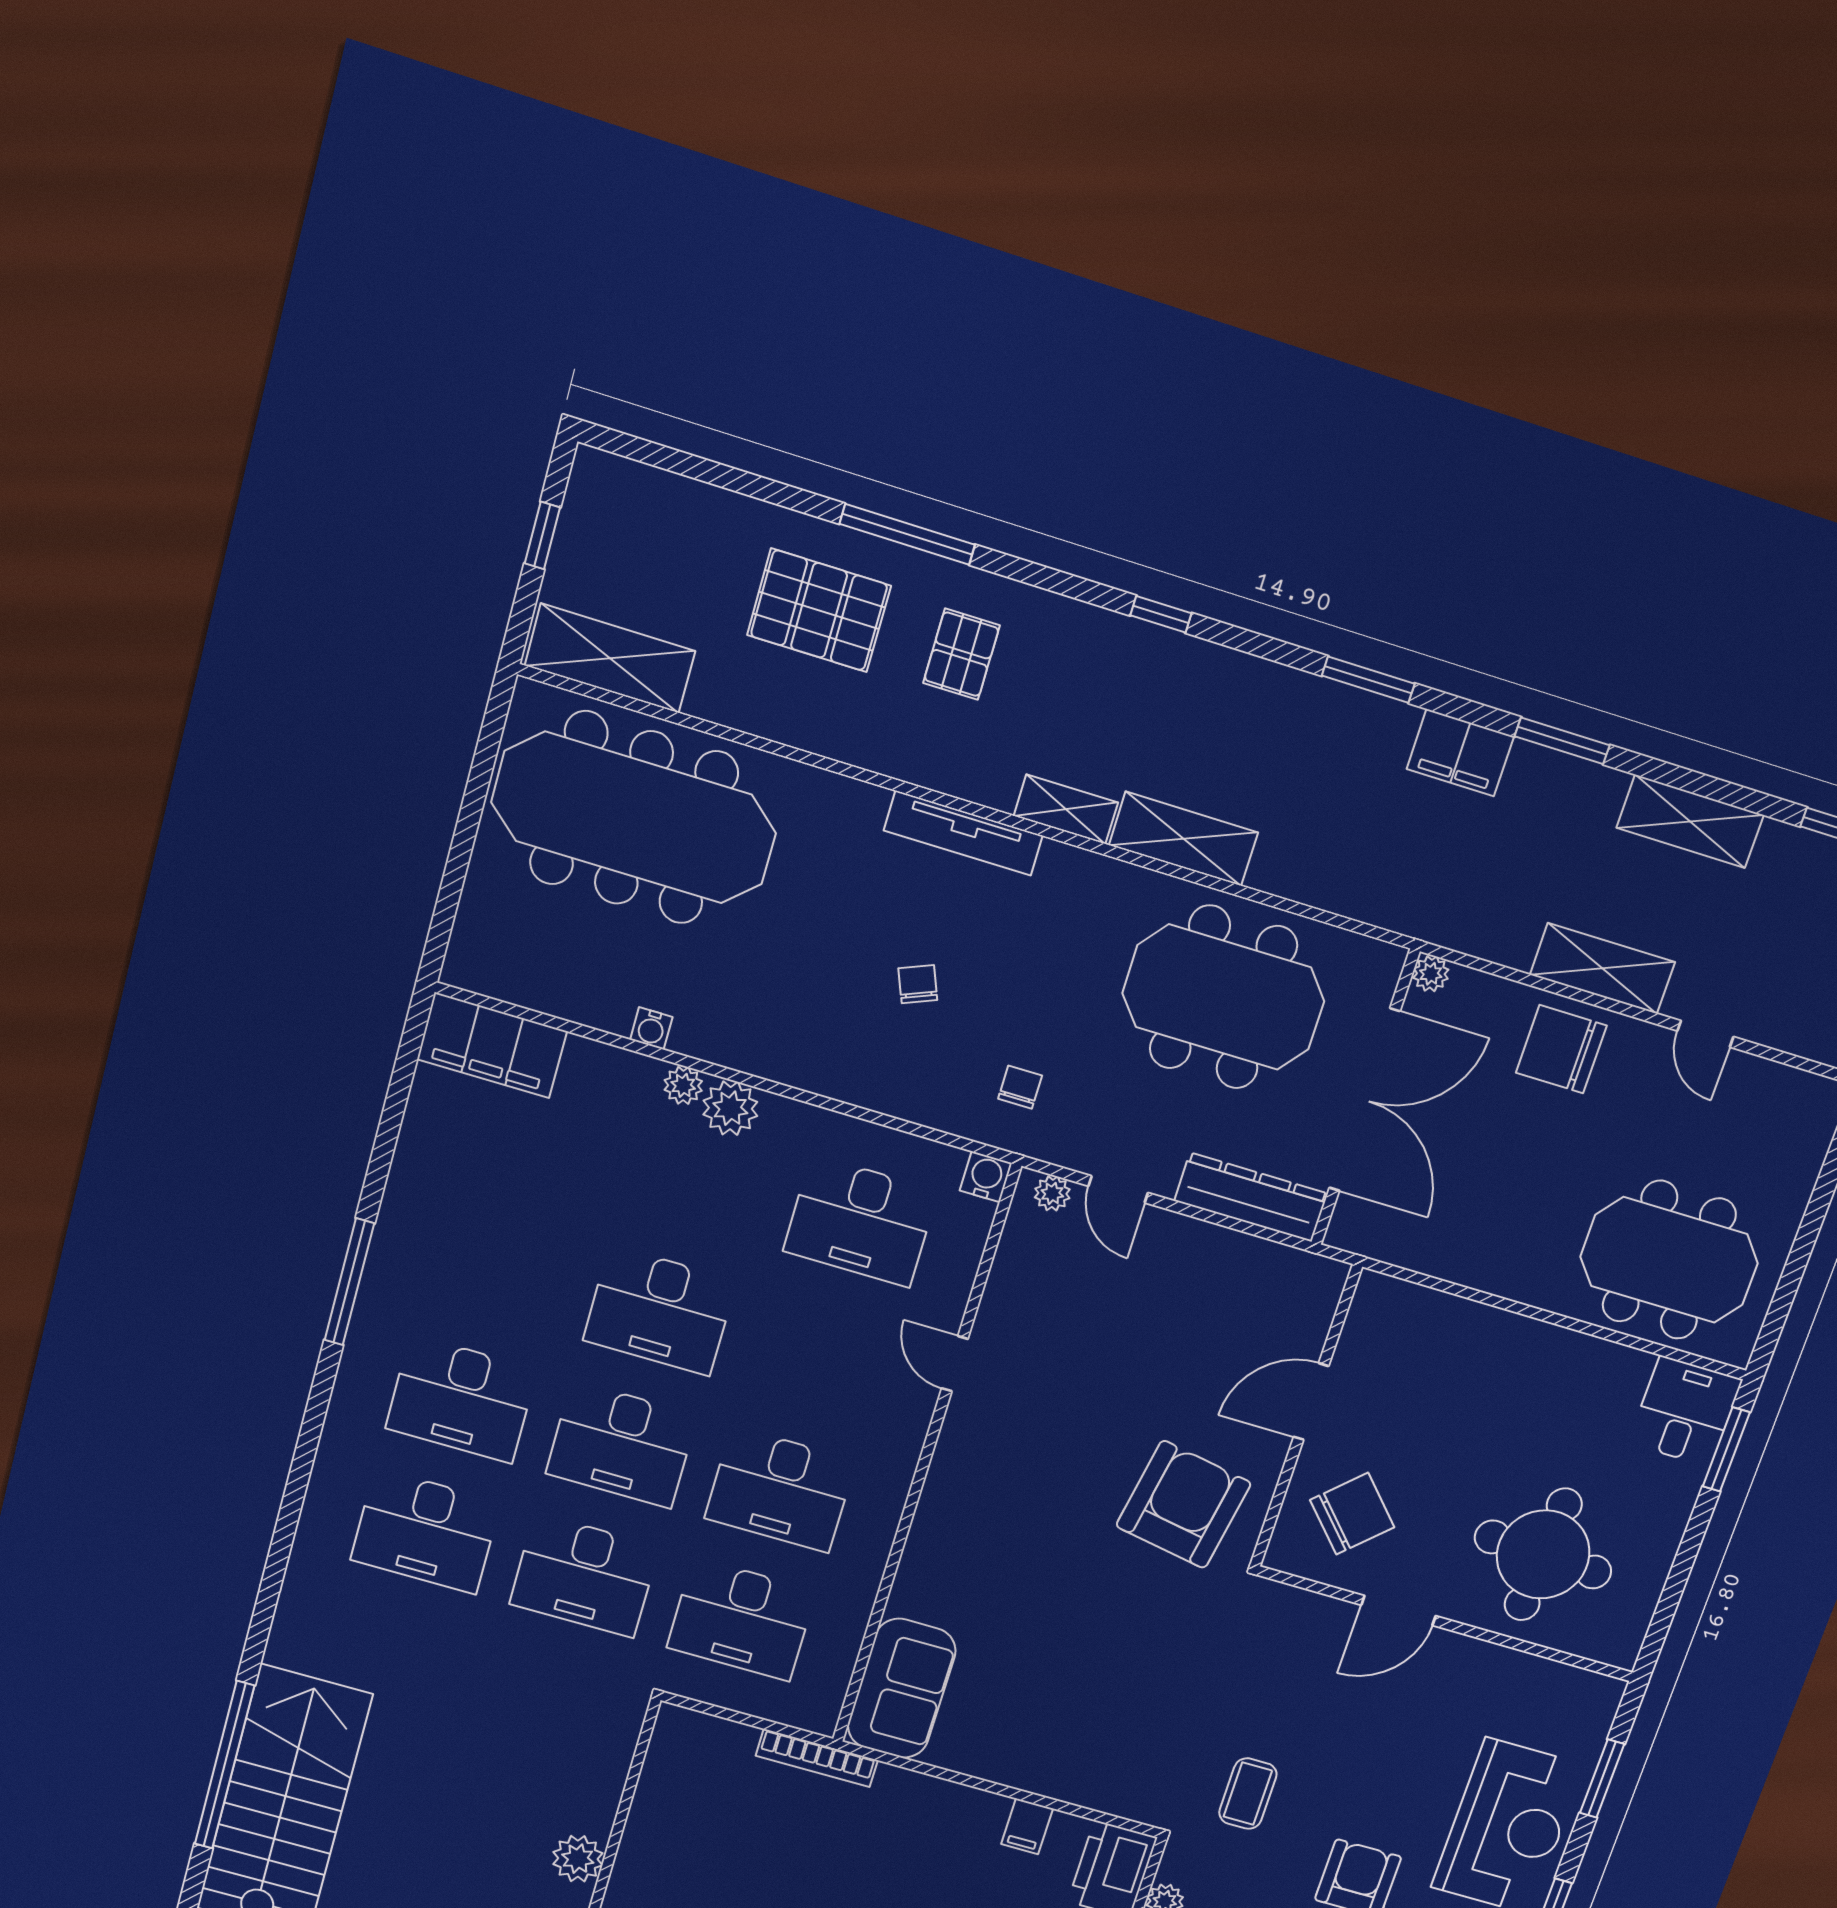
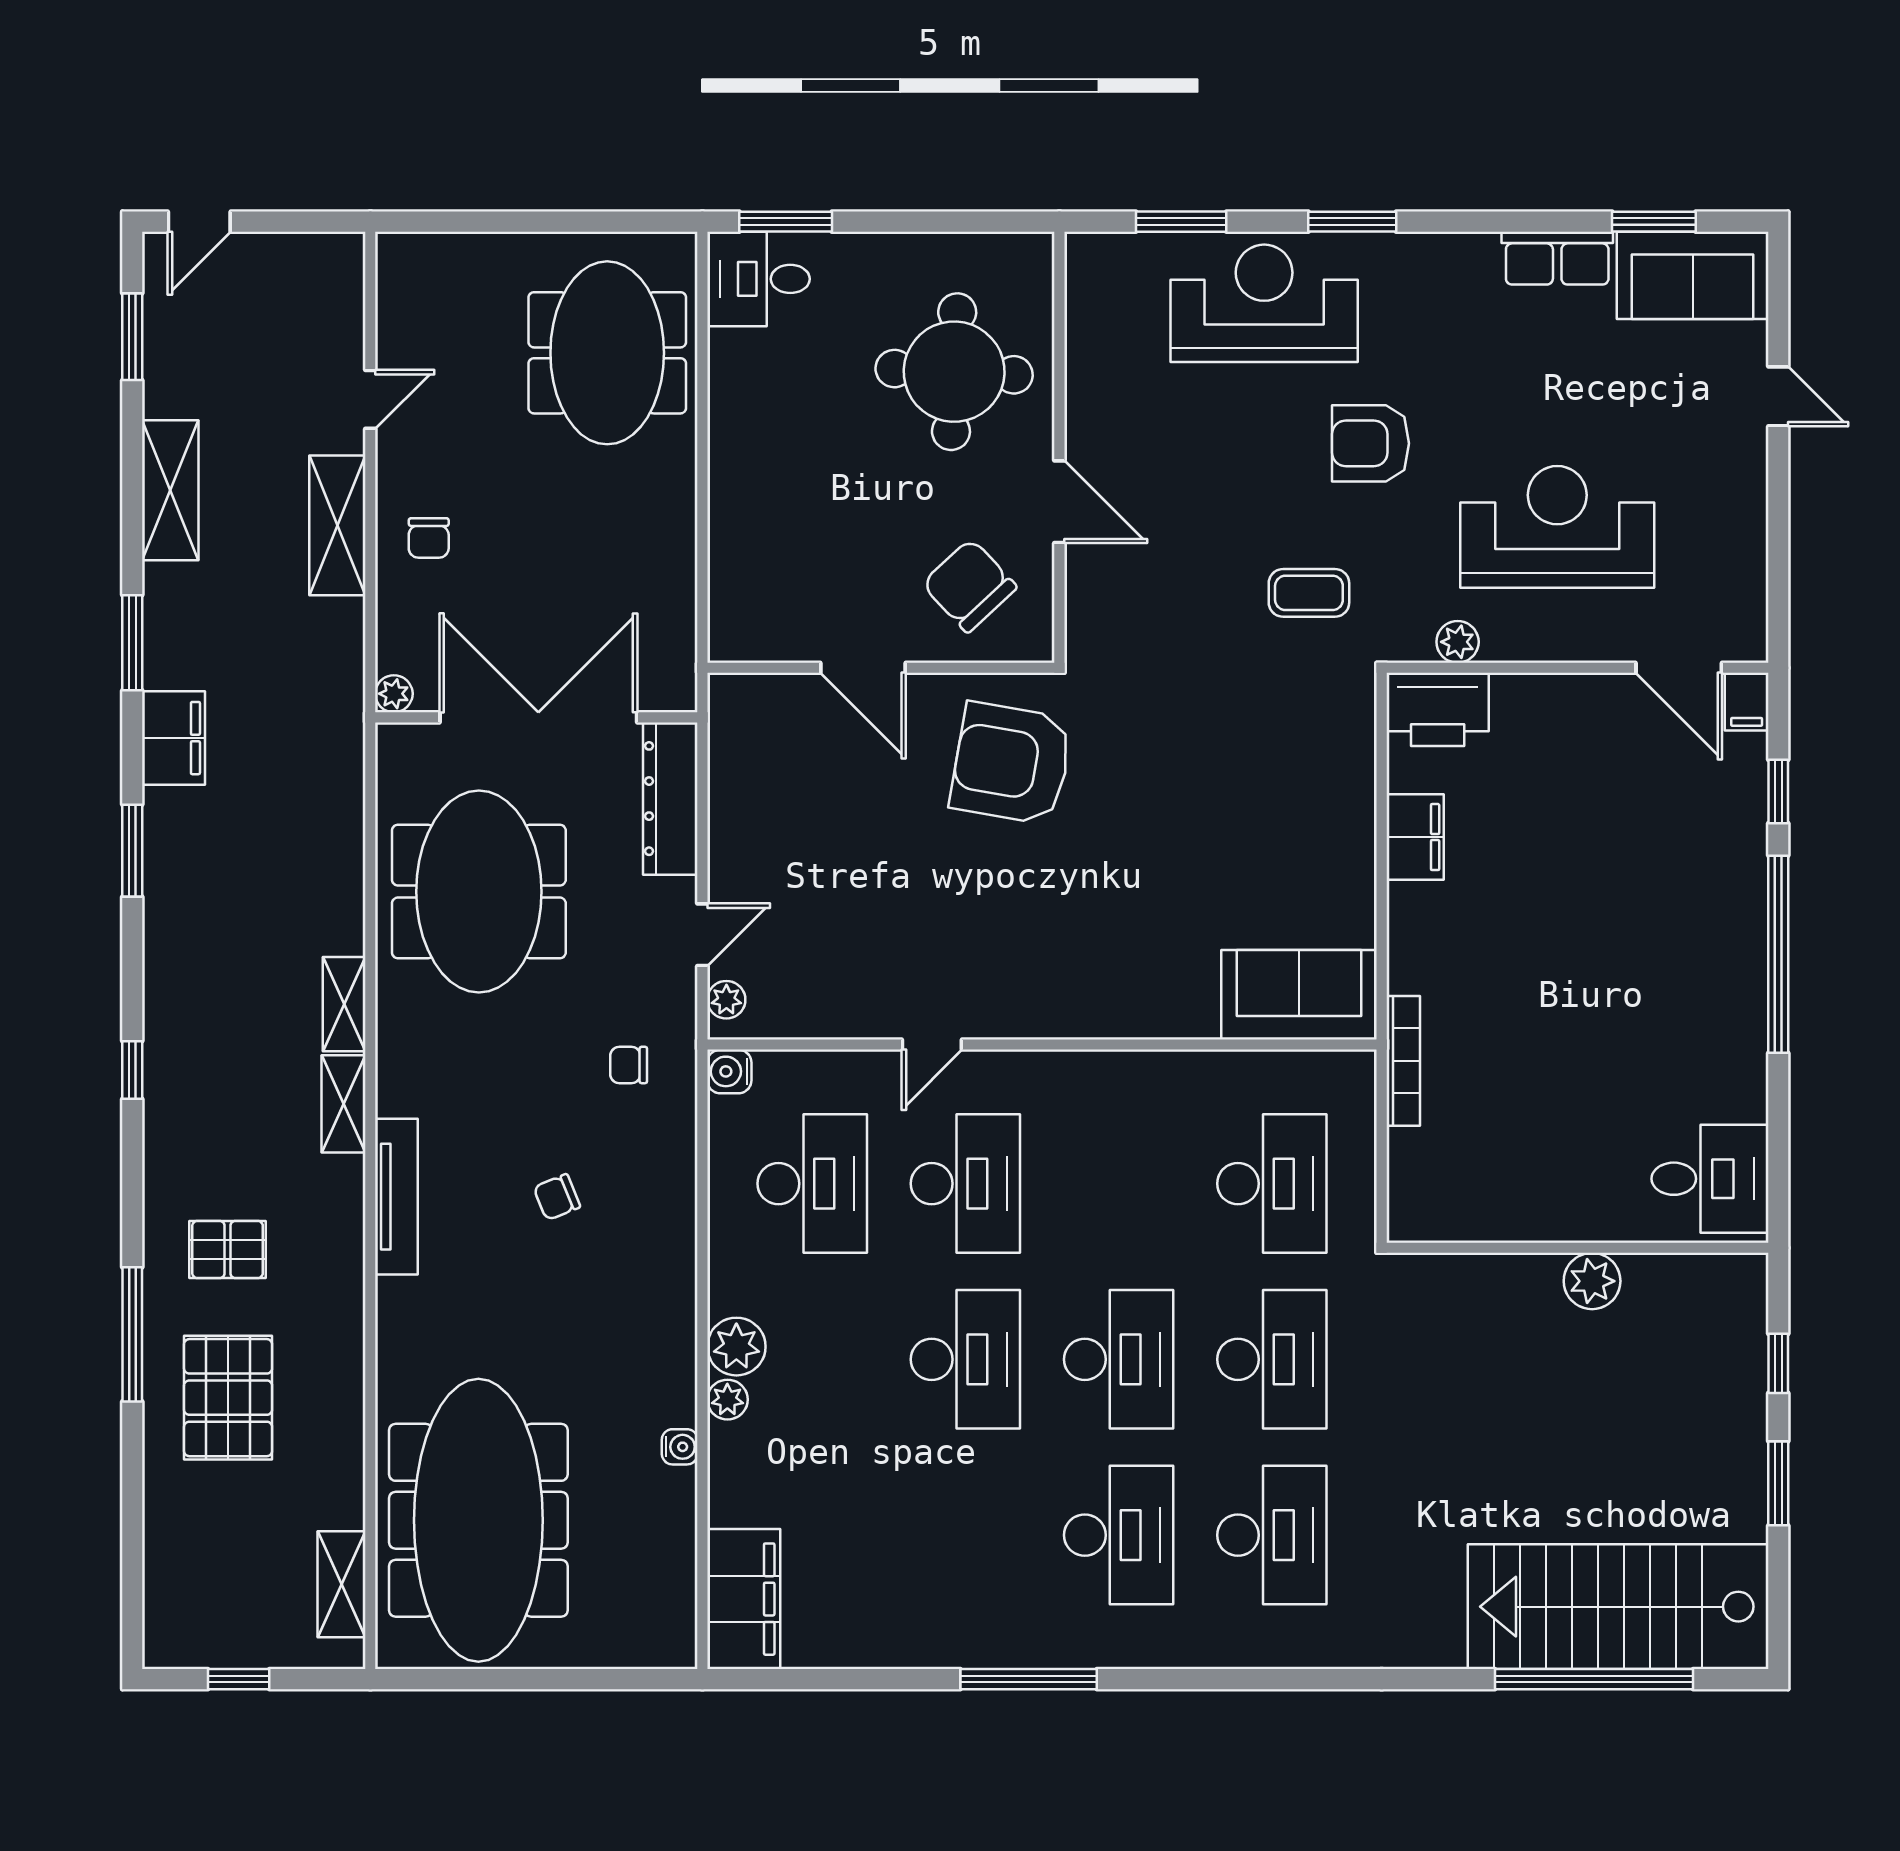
shelving: (610, 658) -> (341, 1584), width x0.67, depth x0.75
shelving: (1184, 839) -> (344, 1004), width x0.67, depth x0.75
chair: (1561, 1049) -> (429, 538), width x0.54, depth x0.54
desk: (780, 1489) -> (965, 1184), moved
filing cabinet: (1027, 1826) -> (1415, 837), width x2.00

